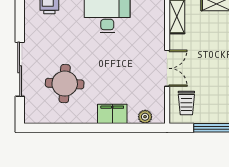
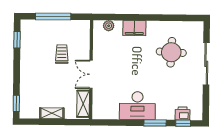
double door: (167, 68) -> (91, 74), moved
trolley: (186, 103) -> (62, 54), moved

